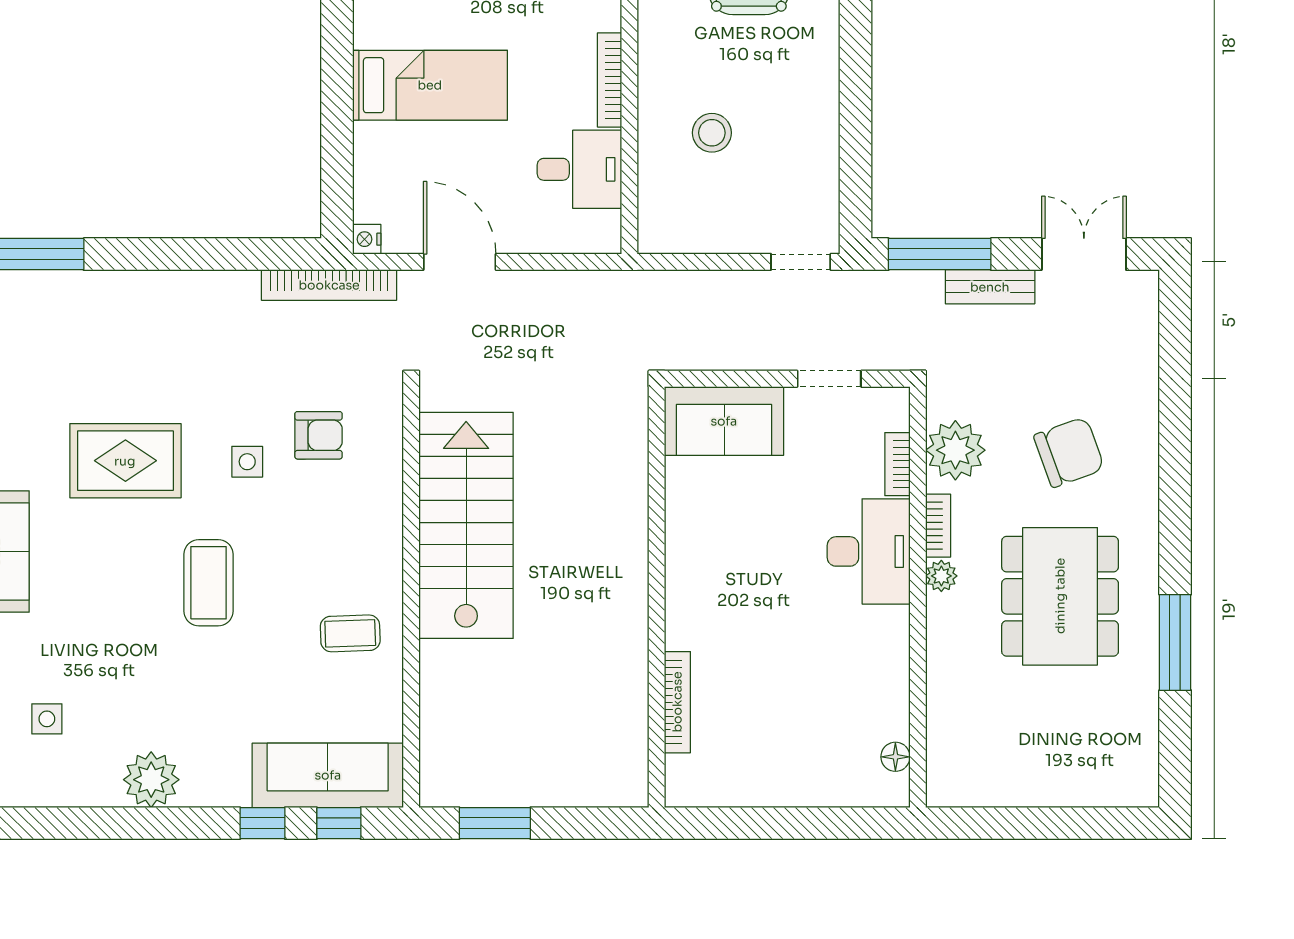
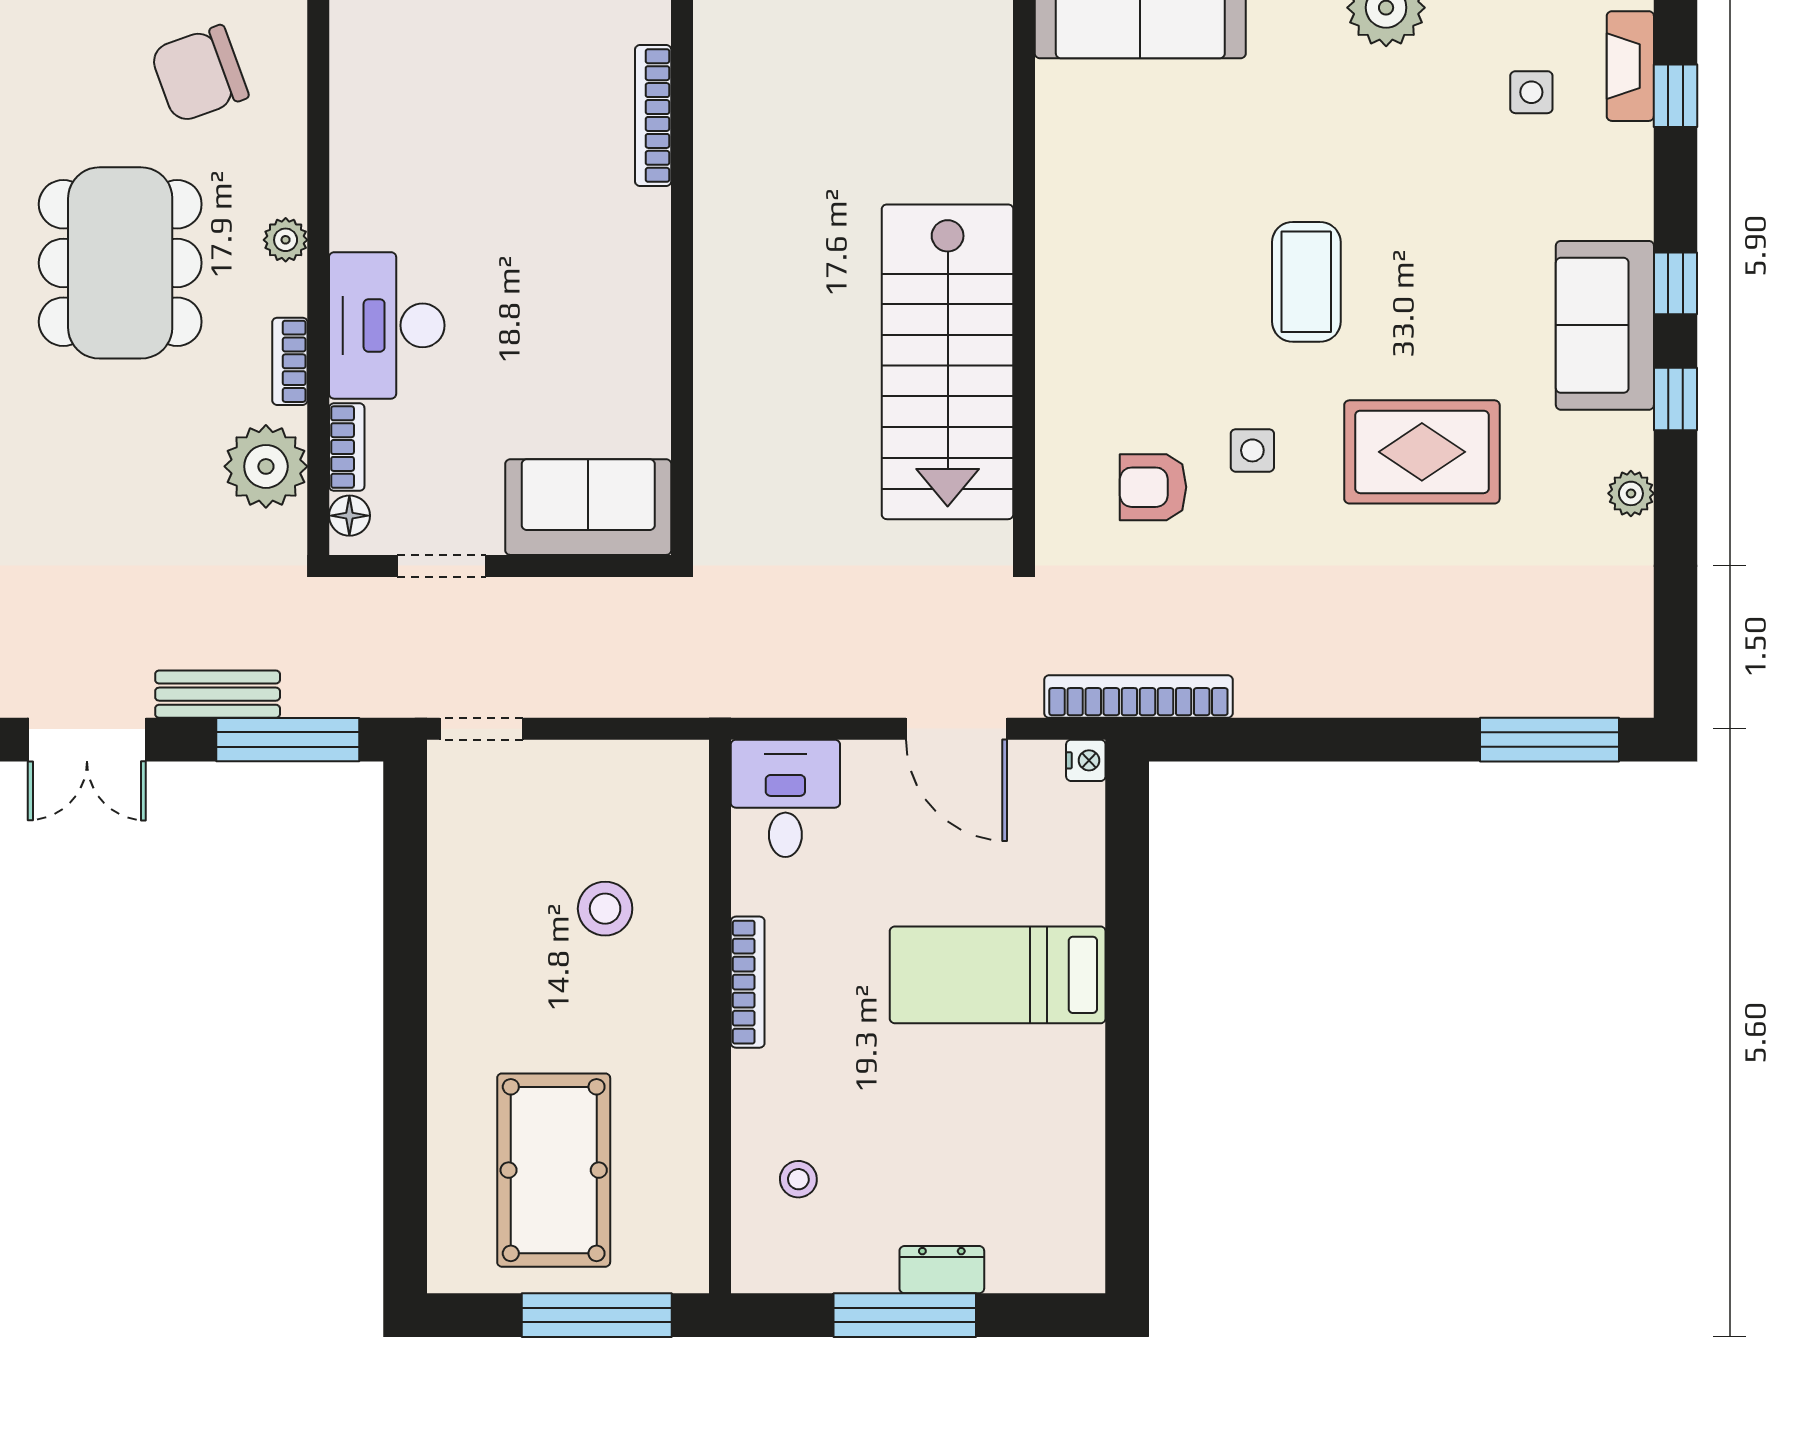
desk: (579, 169) -> (785, 798), moved, turned 90
chair: (1069, 452) -> (199, 74), moved
plant: (941, 576) -> (286, 240), moved
coffee table: (350, 633) -> (1109, 211), removed
floor lamp: (895, 757) -> (349, 516), moved

